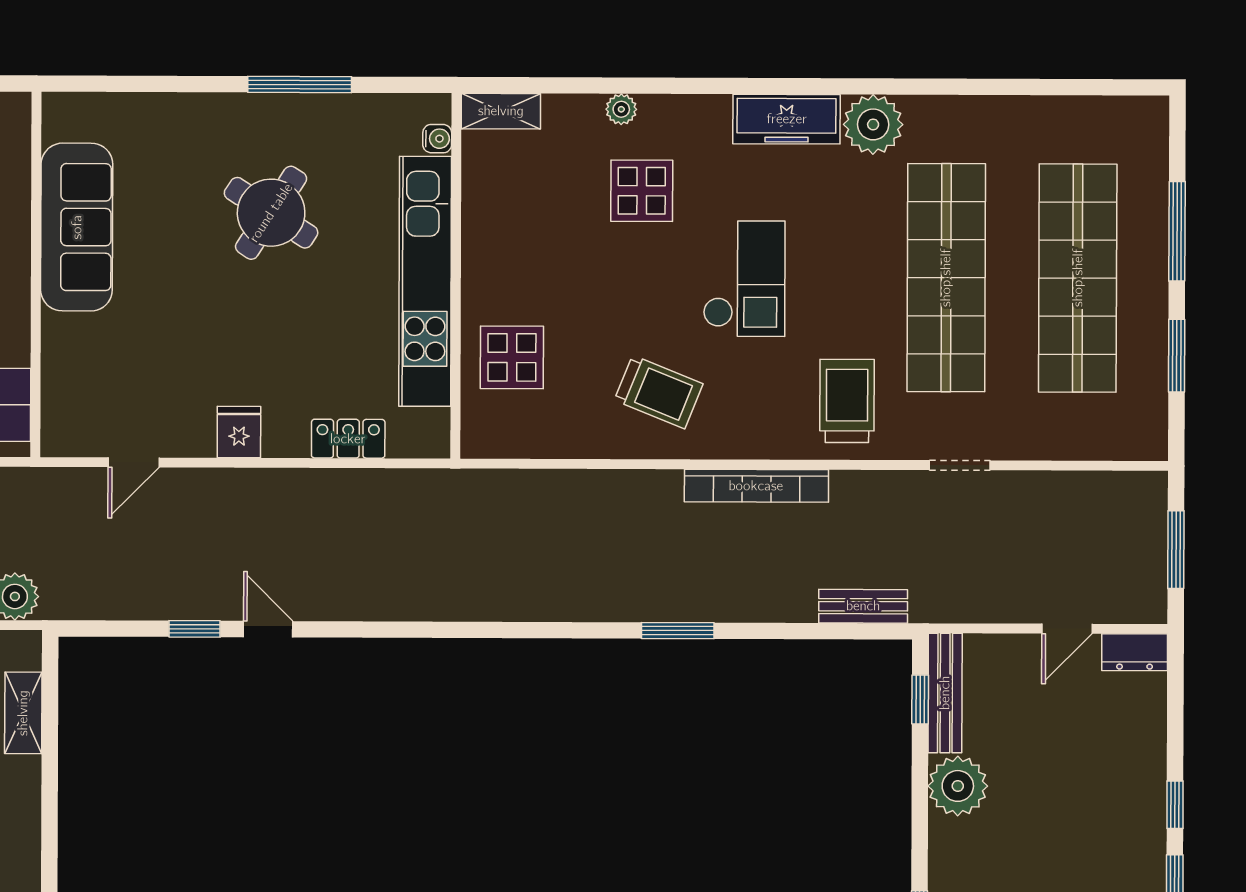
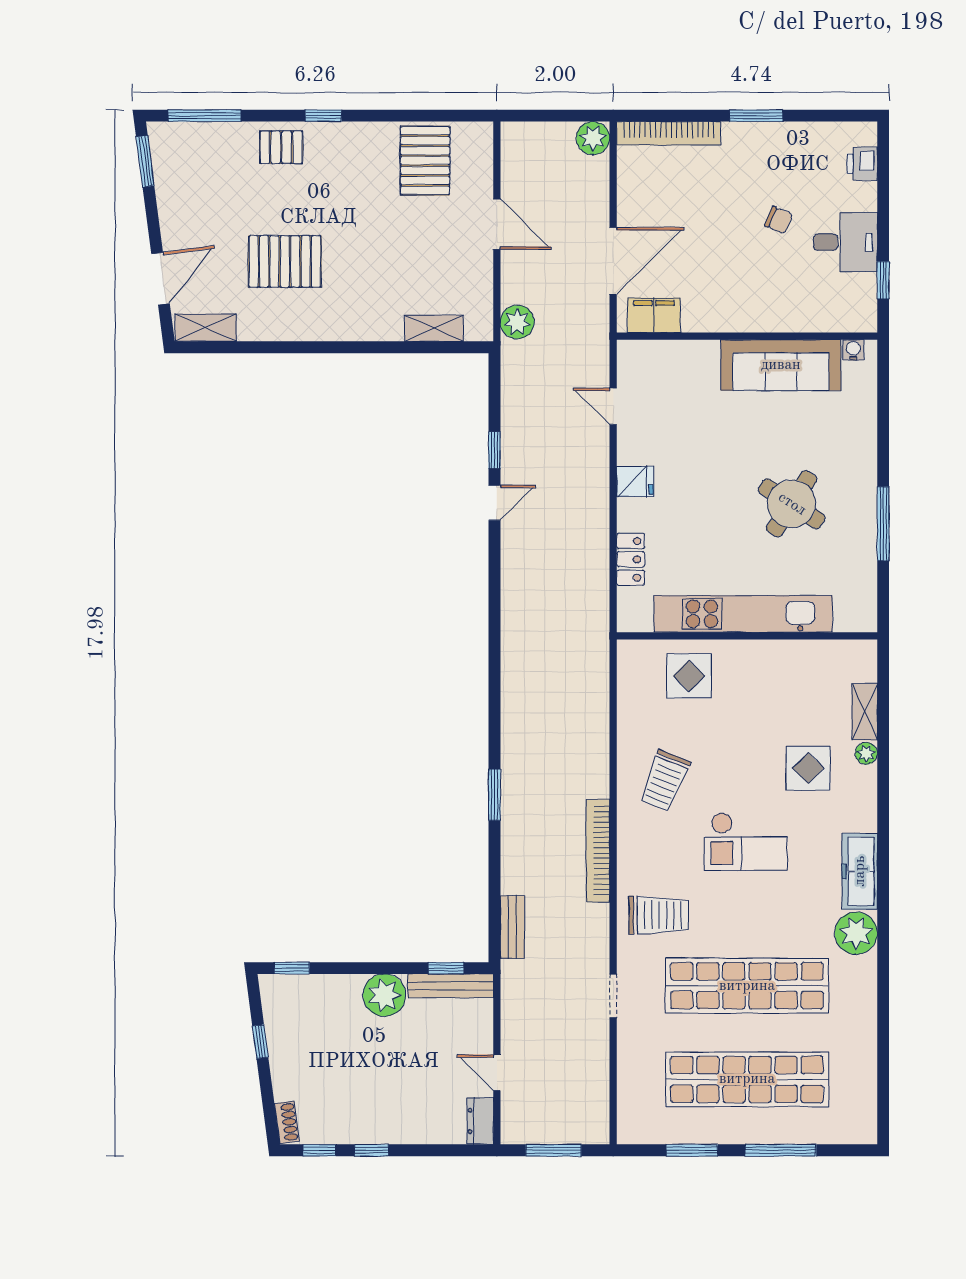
shelving: (501, 111) -> (865, 712), moved
water cooler: (437, 139) -> (853, 350), moved, turned 180

